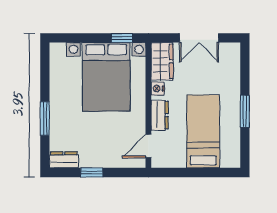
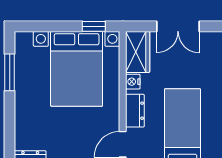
window: (45, 119) -> (10, 72), moved

